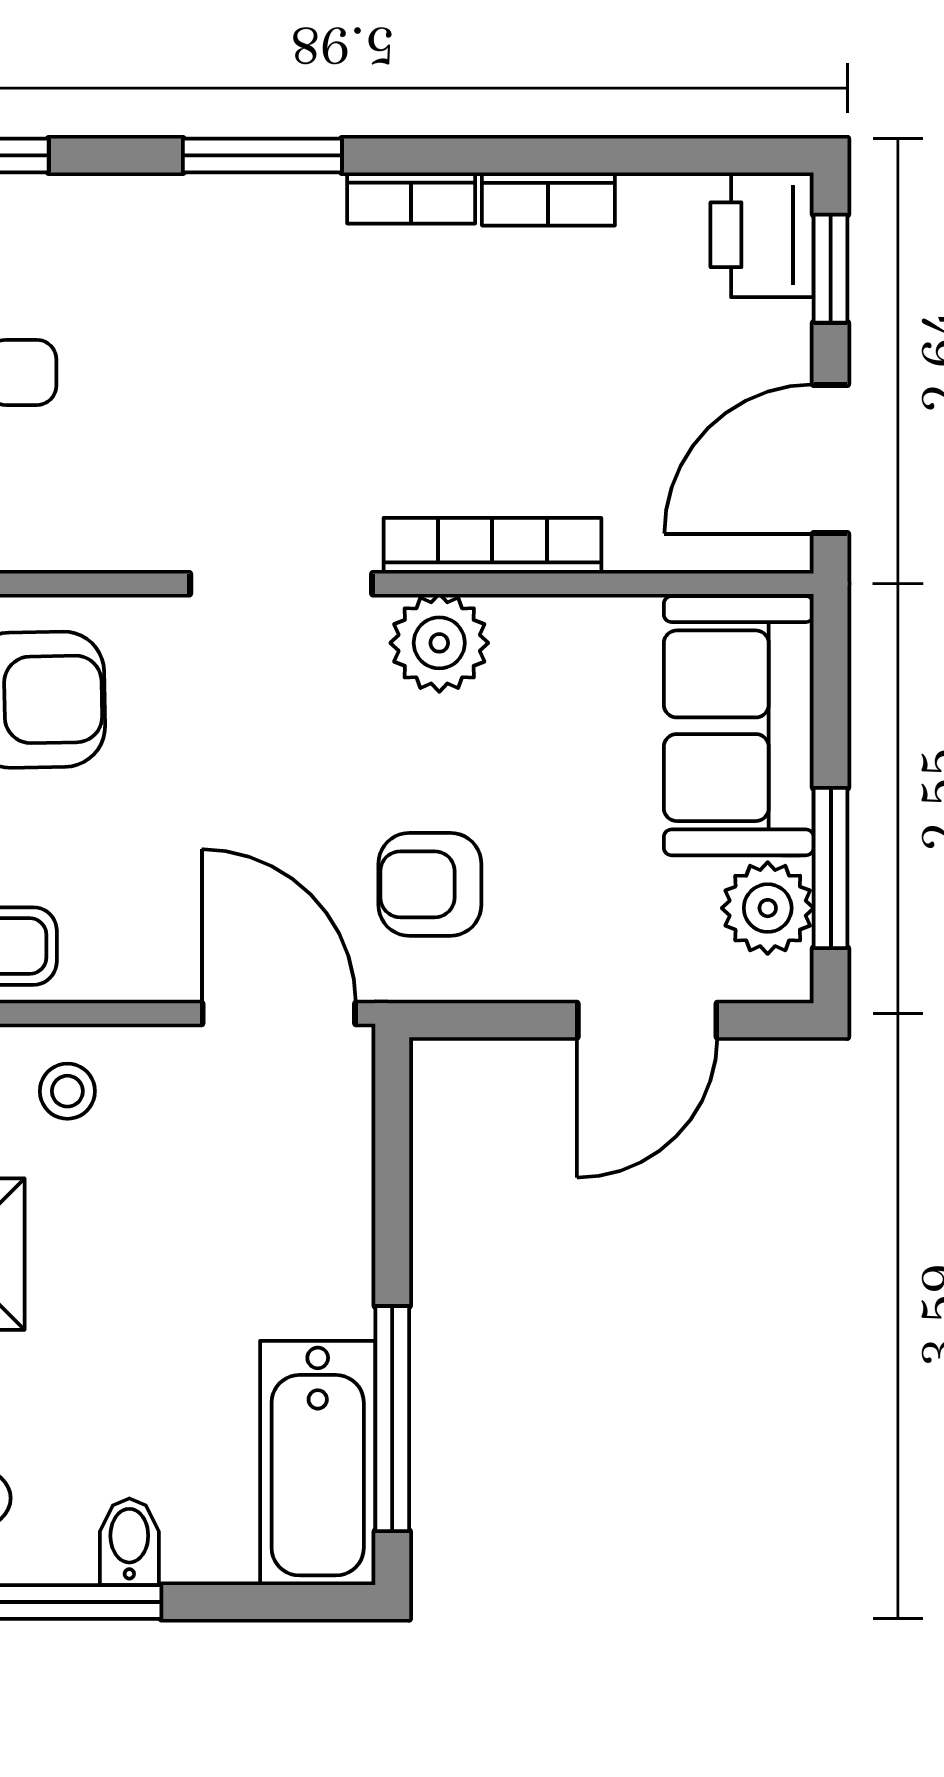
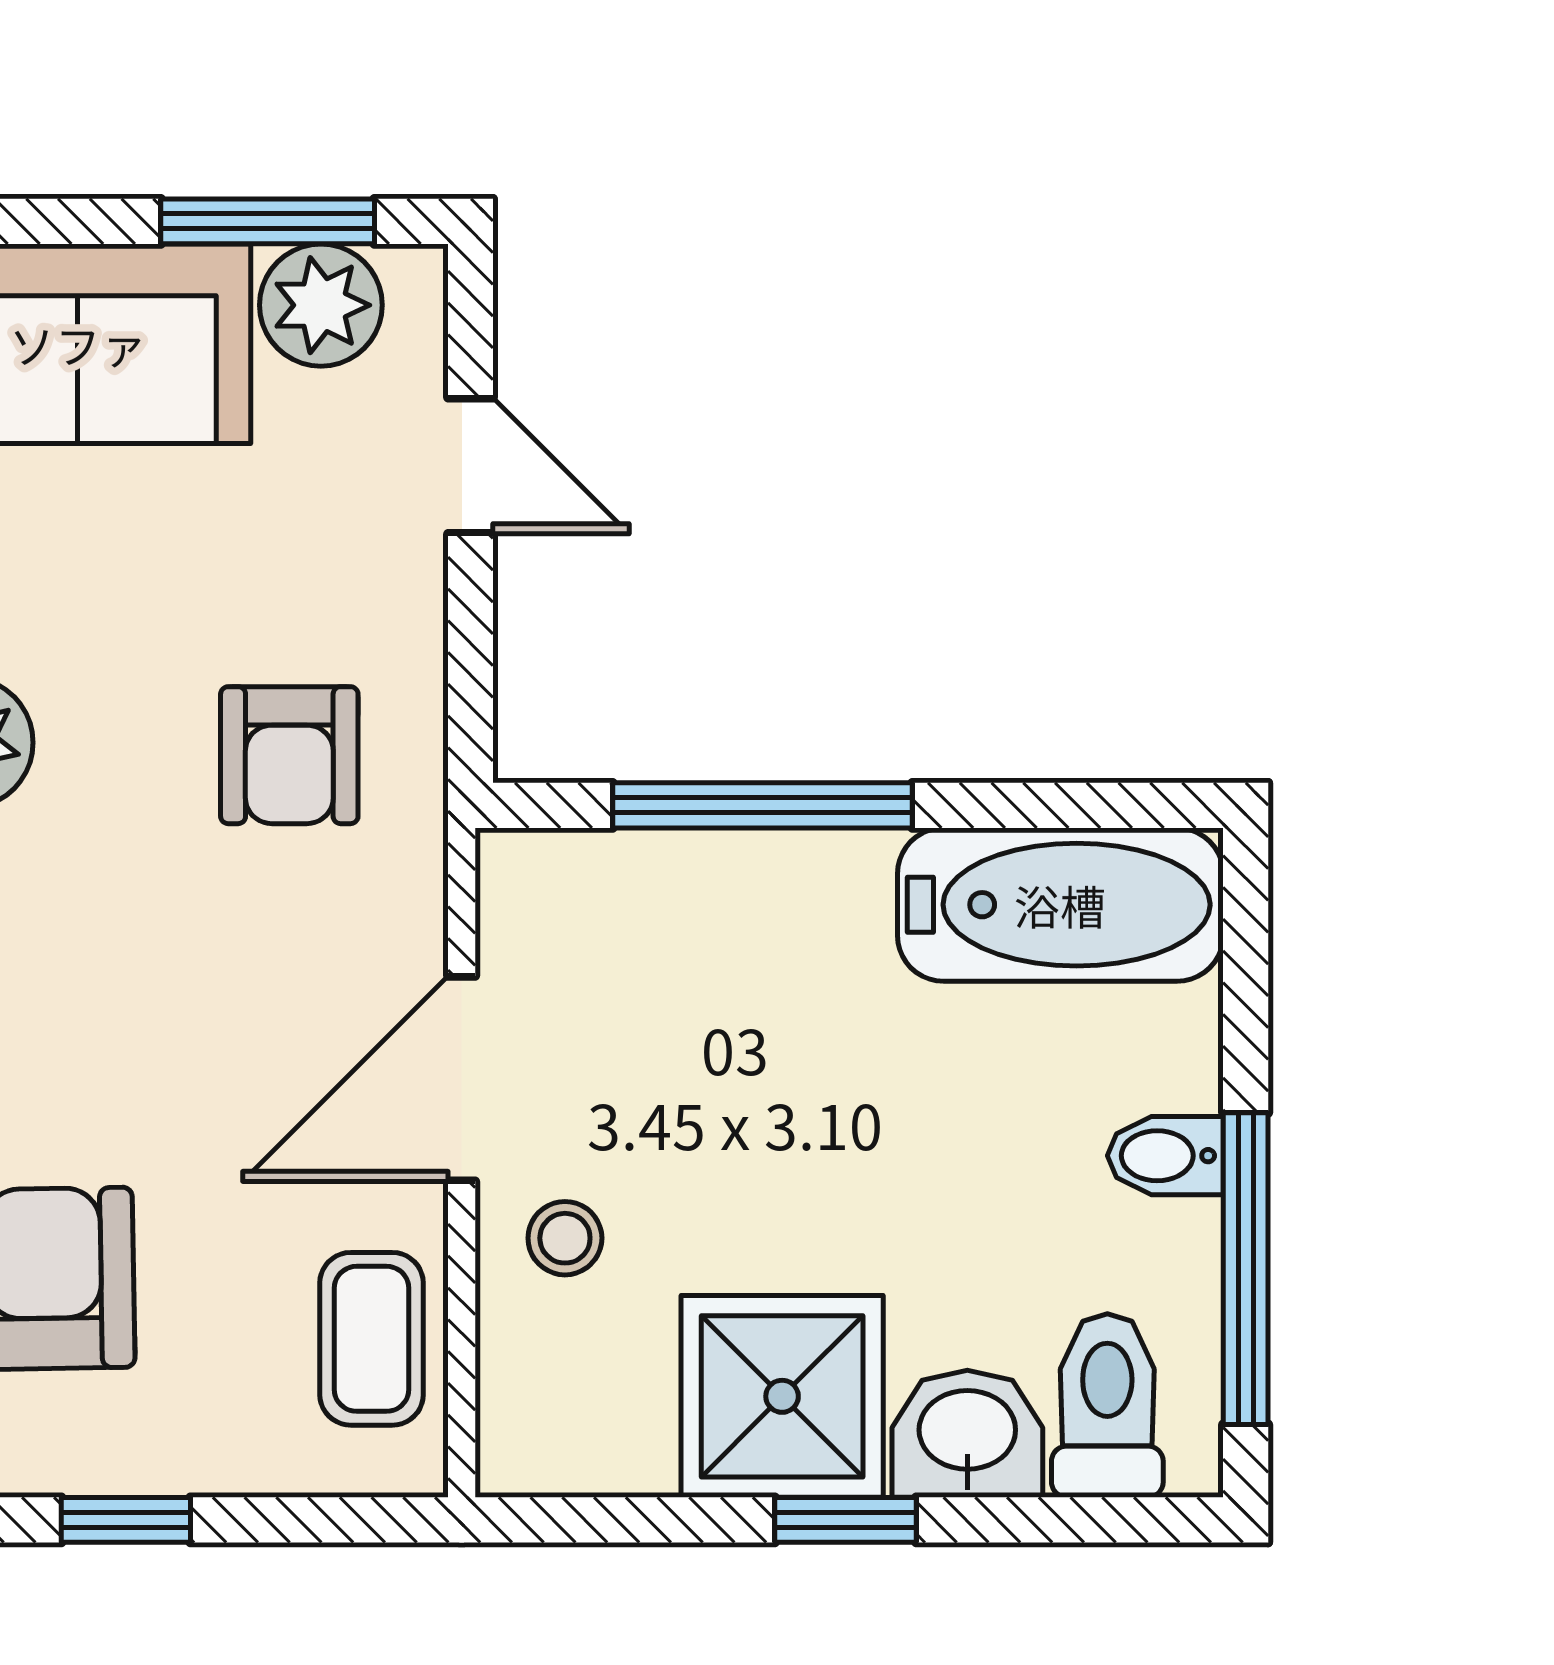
door: (279, 1014) -> (462, 1079), moved
door: (647, 1020) -> (471, 466), width x0.73
window: (392, 1419) -> (763, 805), moved

